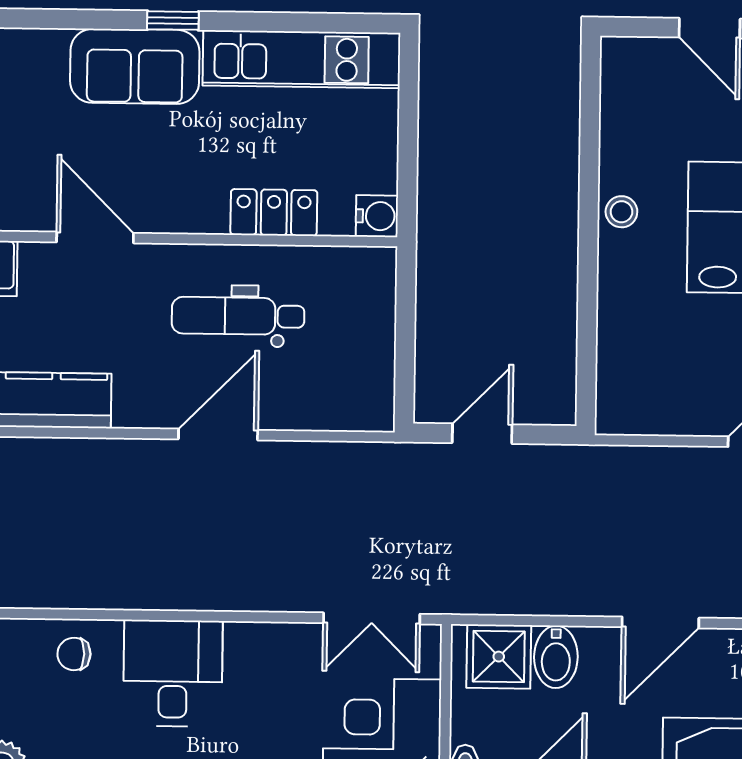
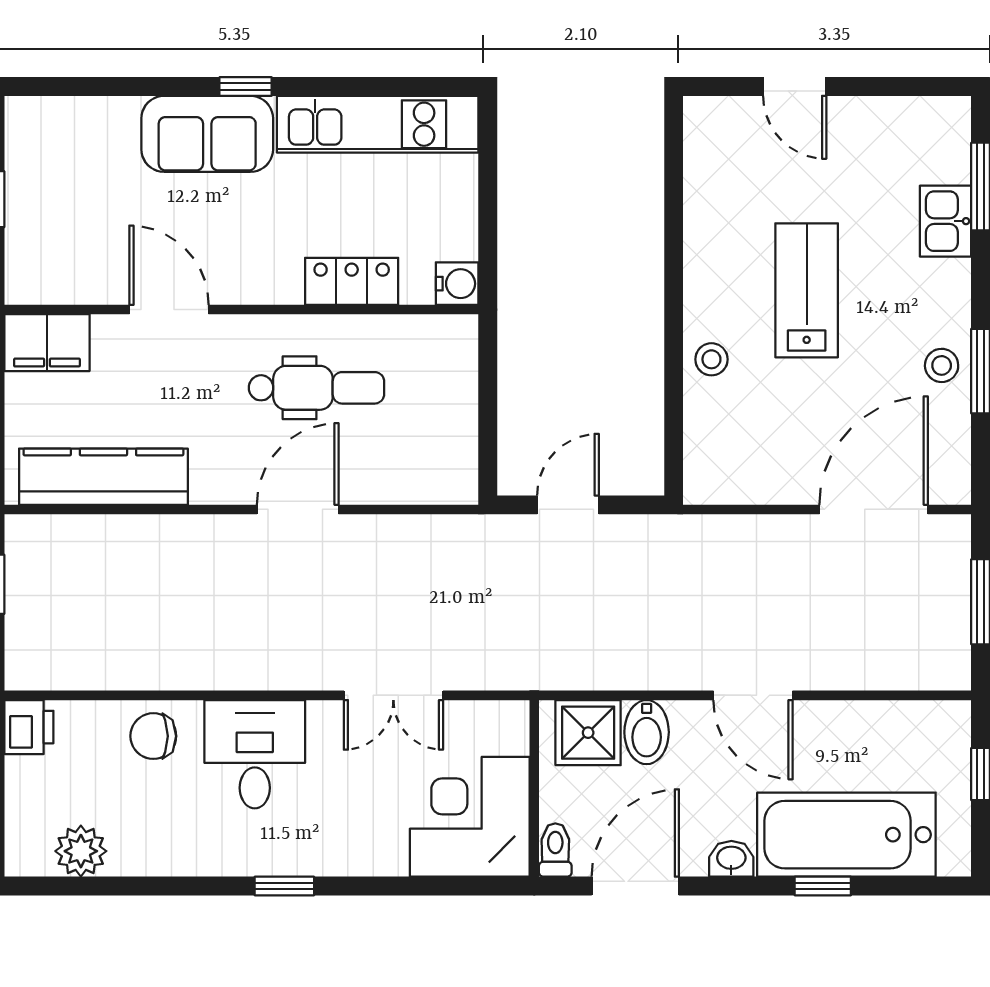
stool: (621, 212) -> (711, 359), moved
dental chair: (238, 316) -> (316, 388), turned 180
double door: (372, 618) -> (393, 695), moved
door: (660, 622) -> (753, 695), hinge flipped
chair: (74, 654) -> (153, 736), width x1.37, depth x1.37

